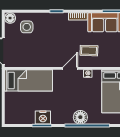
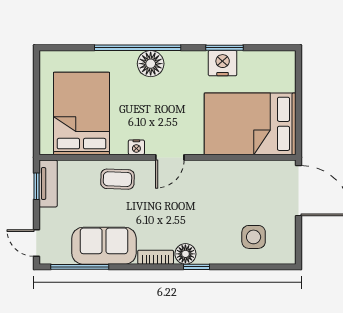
floor lamp: (10, 18) -> (185, 254), moved
coffee table: (89, 51) -> (117, 179), moved
bed: (29, 80) -> (250, 124), width x1.50

